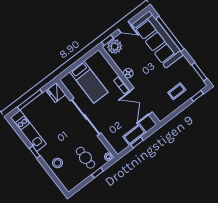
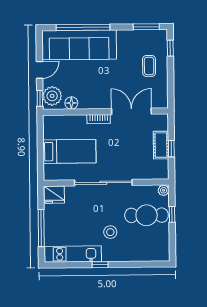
floor lamp: (128, 73) -> (71, 103), moved
double door: (141, 101) -> (131, 111), swing flipped
cafe table: (85, 158) -> (147, 215), width x1.37, depth x1.35
stool: (57, 163) -> (110, 232), moved

